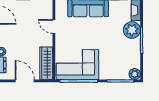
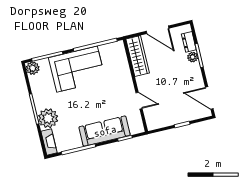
corner sofa: (77, 65) -> (77, 69), moved

